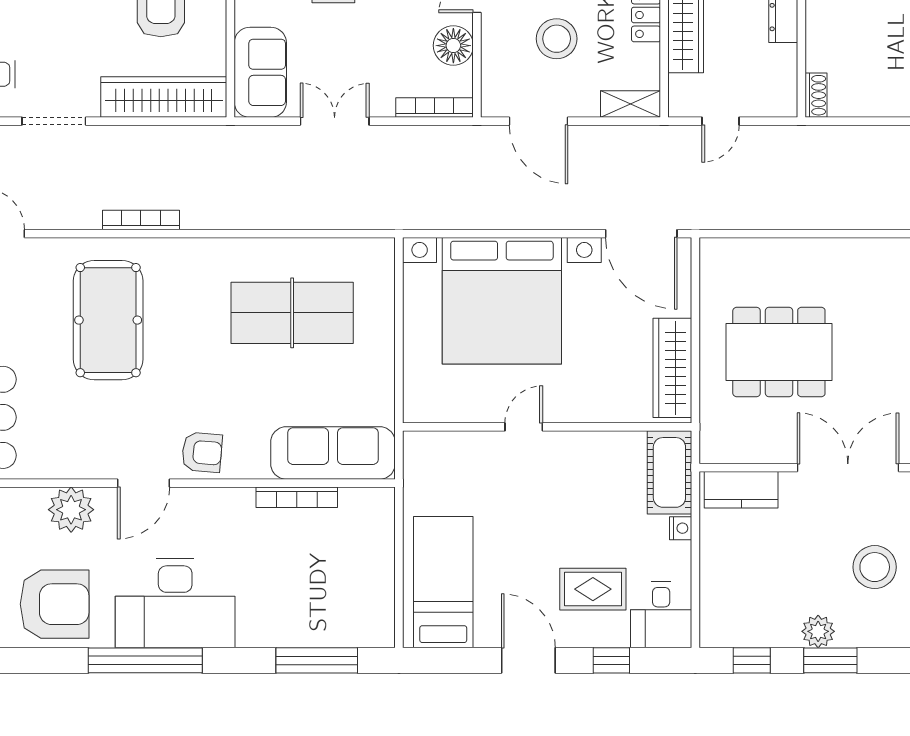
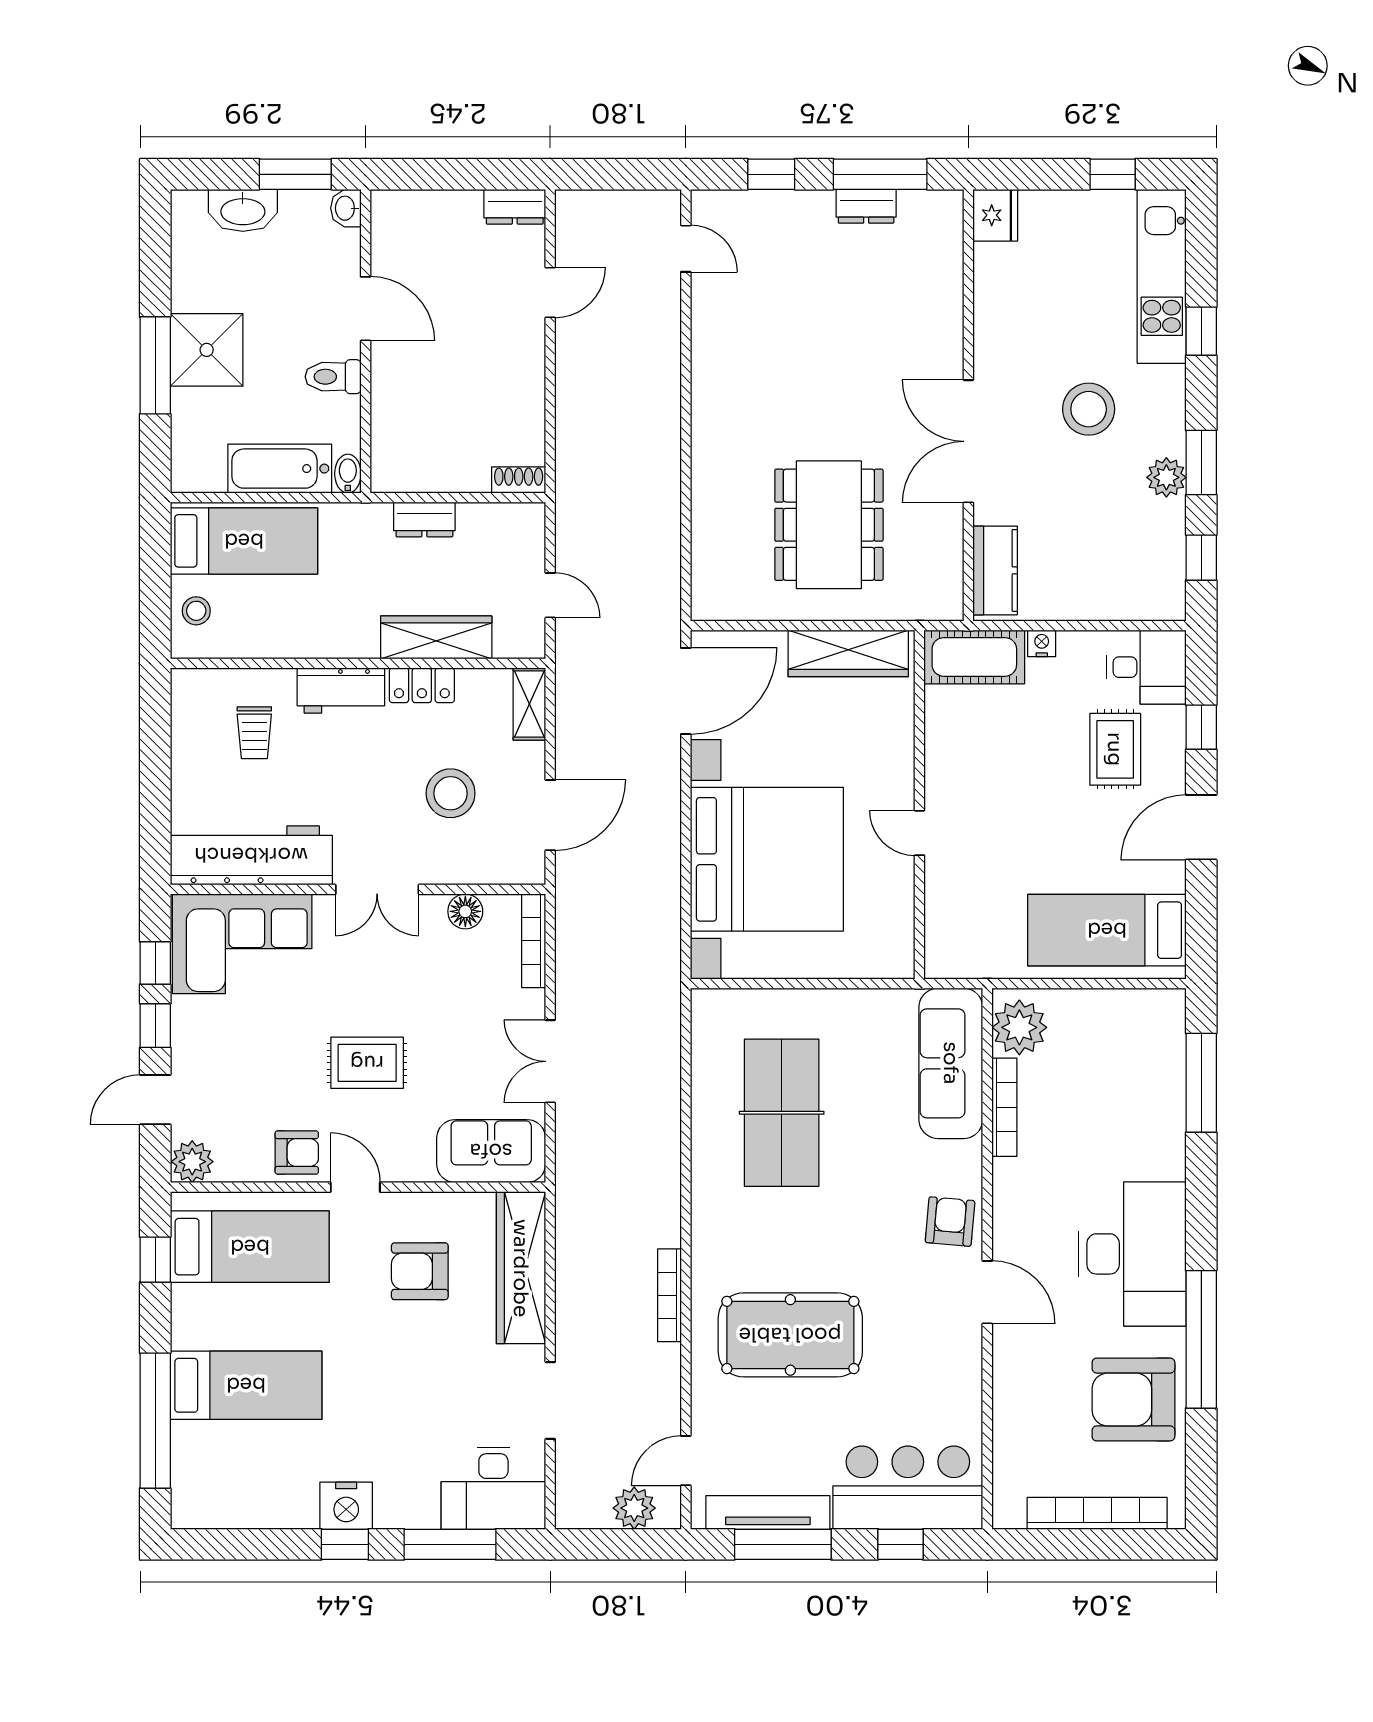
floor lamp: (453, 46) -> (465, 911), width x0.73, depth x0.73
plant: (71, 510) -> (1019, 1027), moved
armchair: (55, 604) -> (1133, 1400), turned -90
window: (145, 660) -> (1201, 1339), moved

